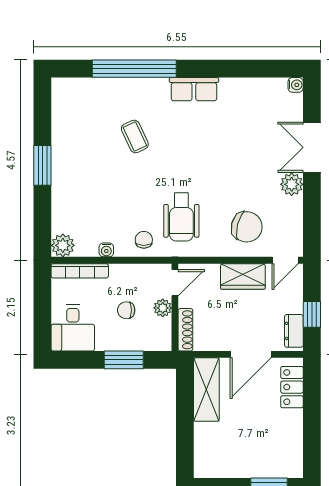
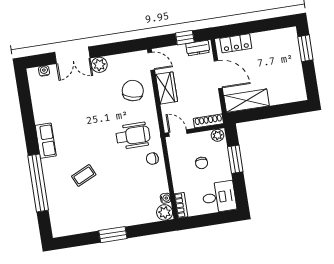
water cooler: (296, 85) -> (44, 71), moved
water cooler: (106, 250) -> (165, 198), moved
bookcase: (80, 271) -> (181, 205), width x0.64
plant: (163, 308) -> (218, 135), moved

